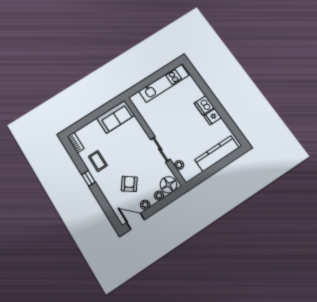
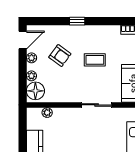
sliding door: (160, 149) -> (97, 105), moved
coffee table: (98, 161) -> (95, 60), moved
window: (88, 178) -> (77, 21), moved

